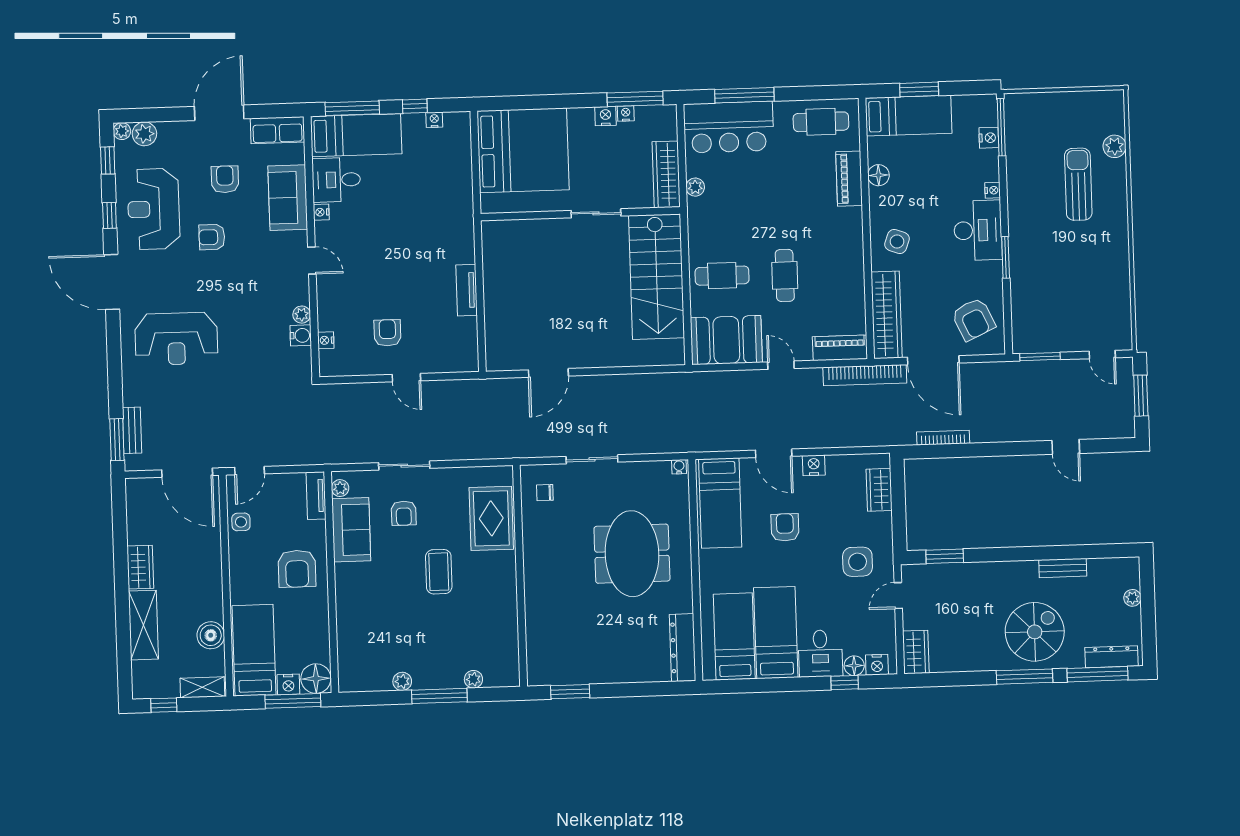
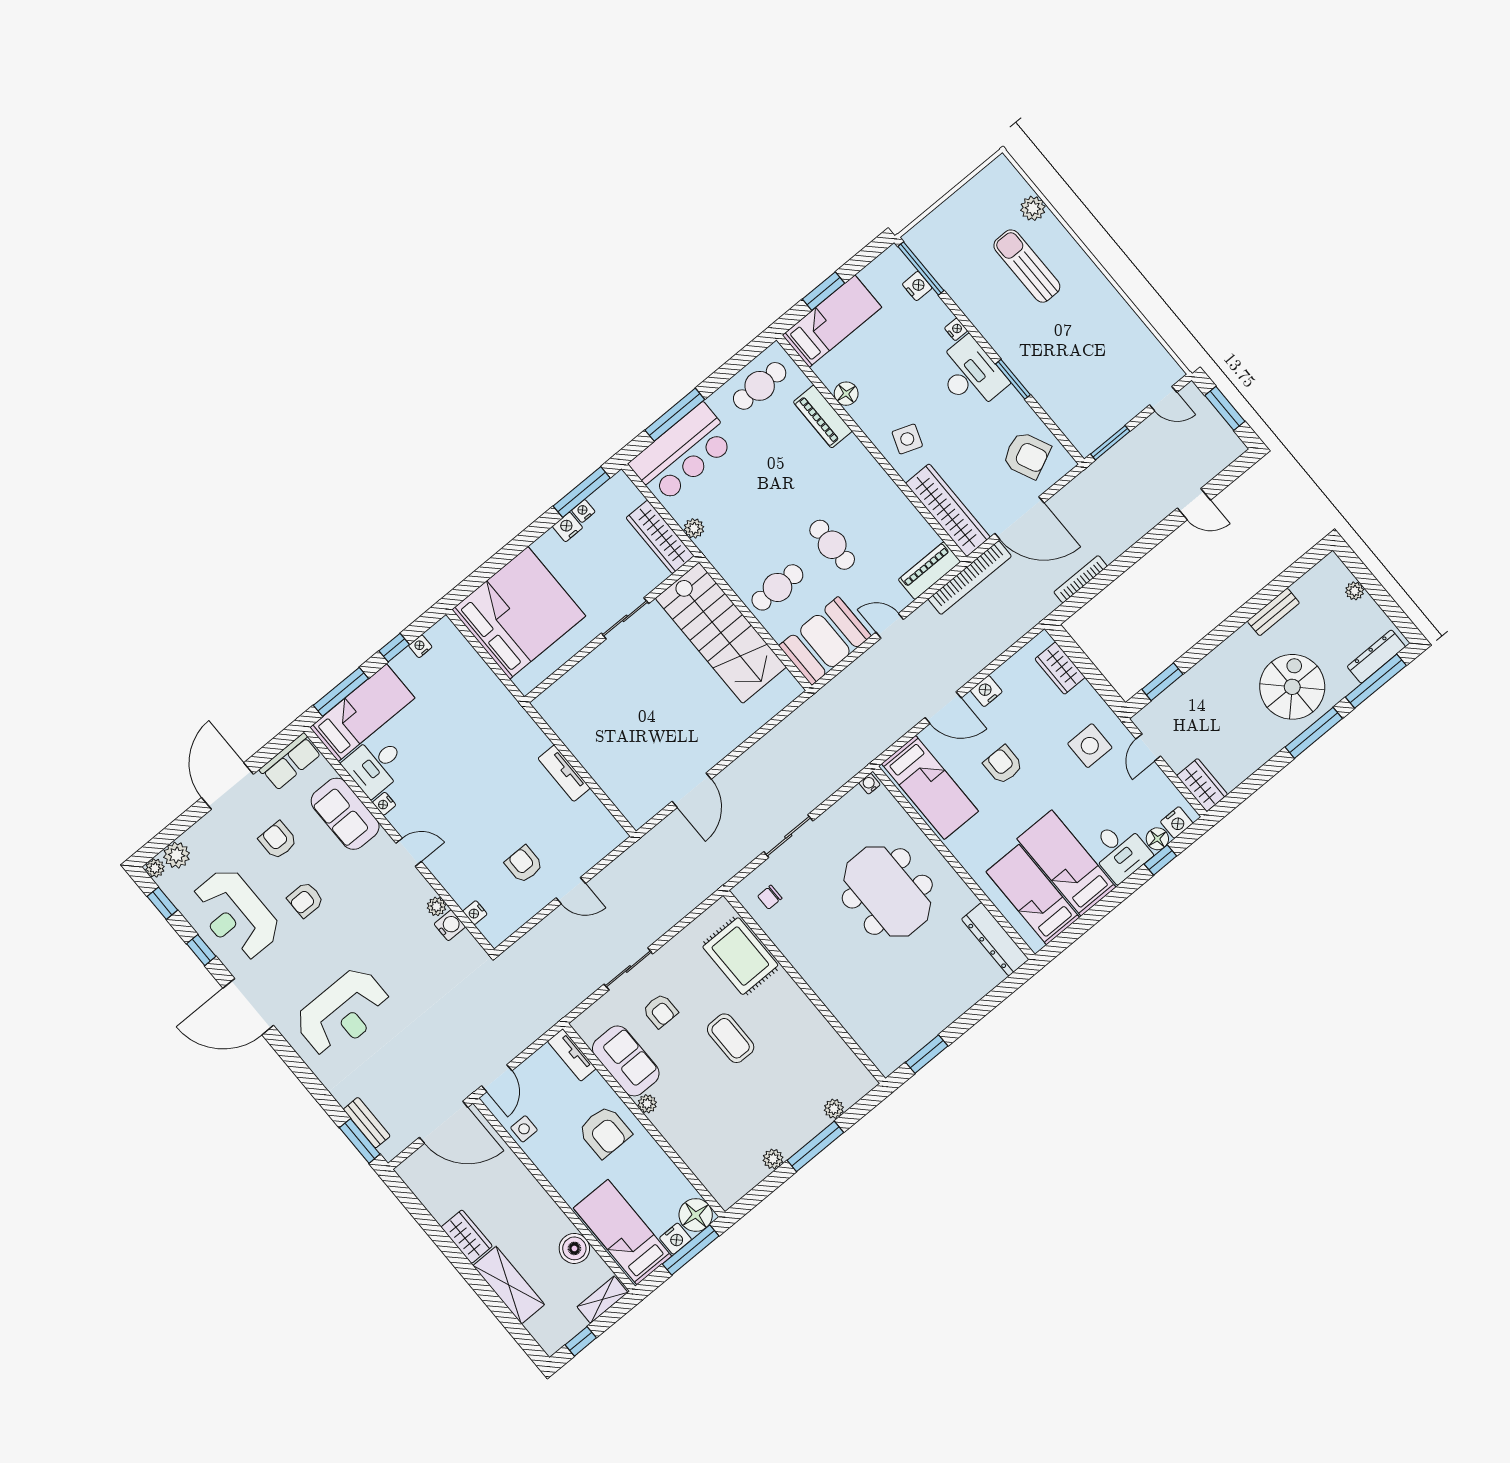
plant: (340, 488) -> (647, 1104), moved

